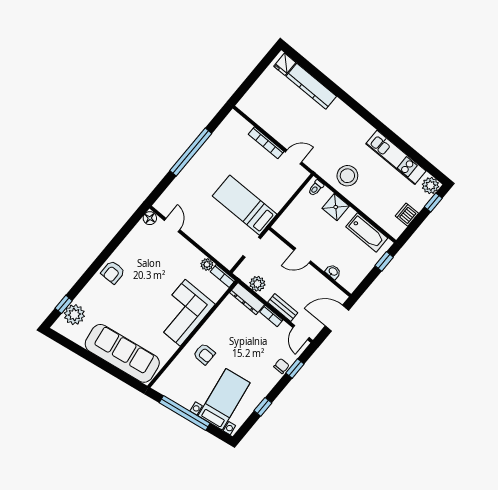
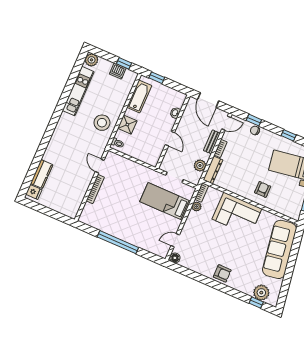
kitchen counter: (311, 86) -> (42, 174), width x0.67
window: (433, 202) -> (124, 63), moved
bed: (245, 205) -> (165, 201), moved, turned 90

